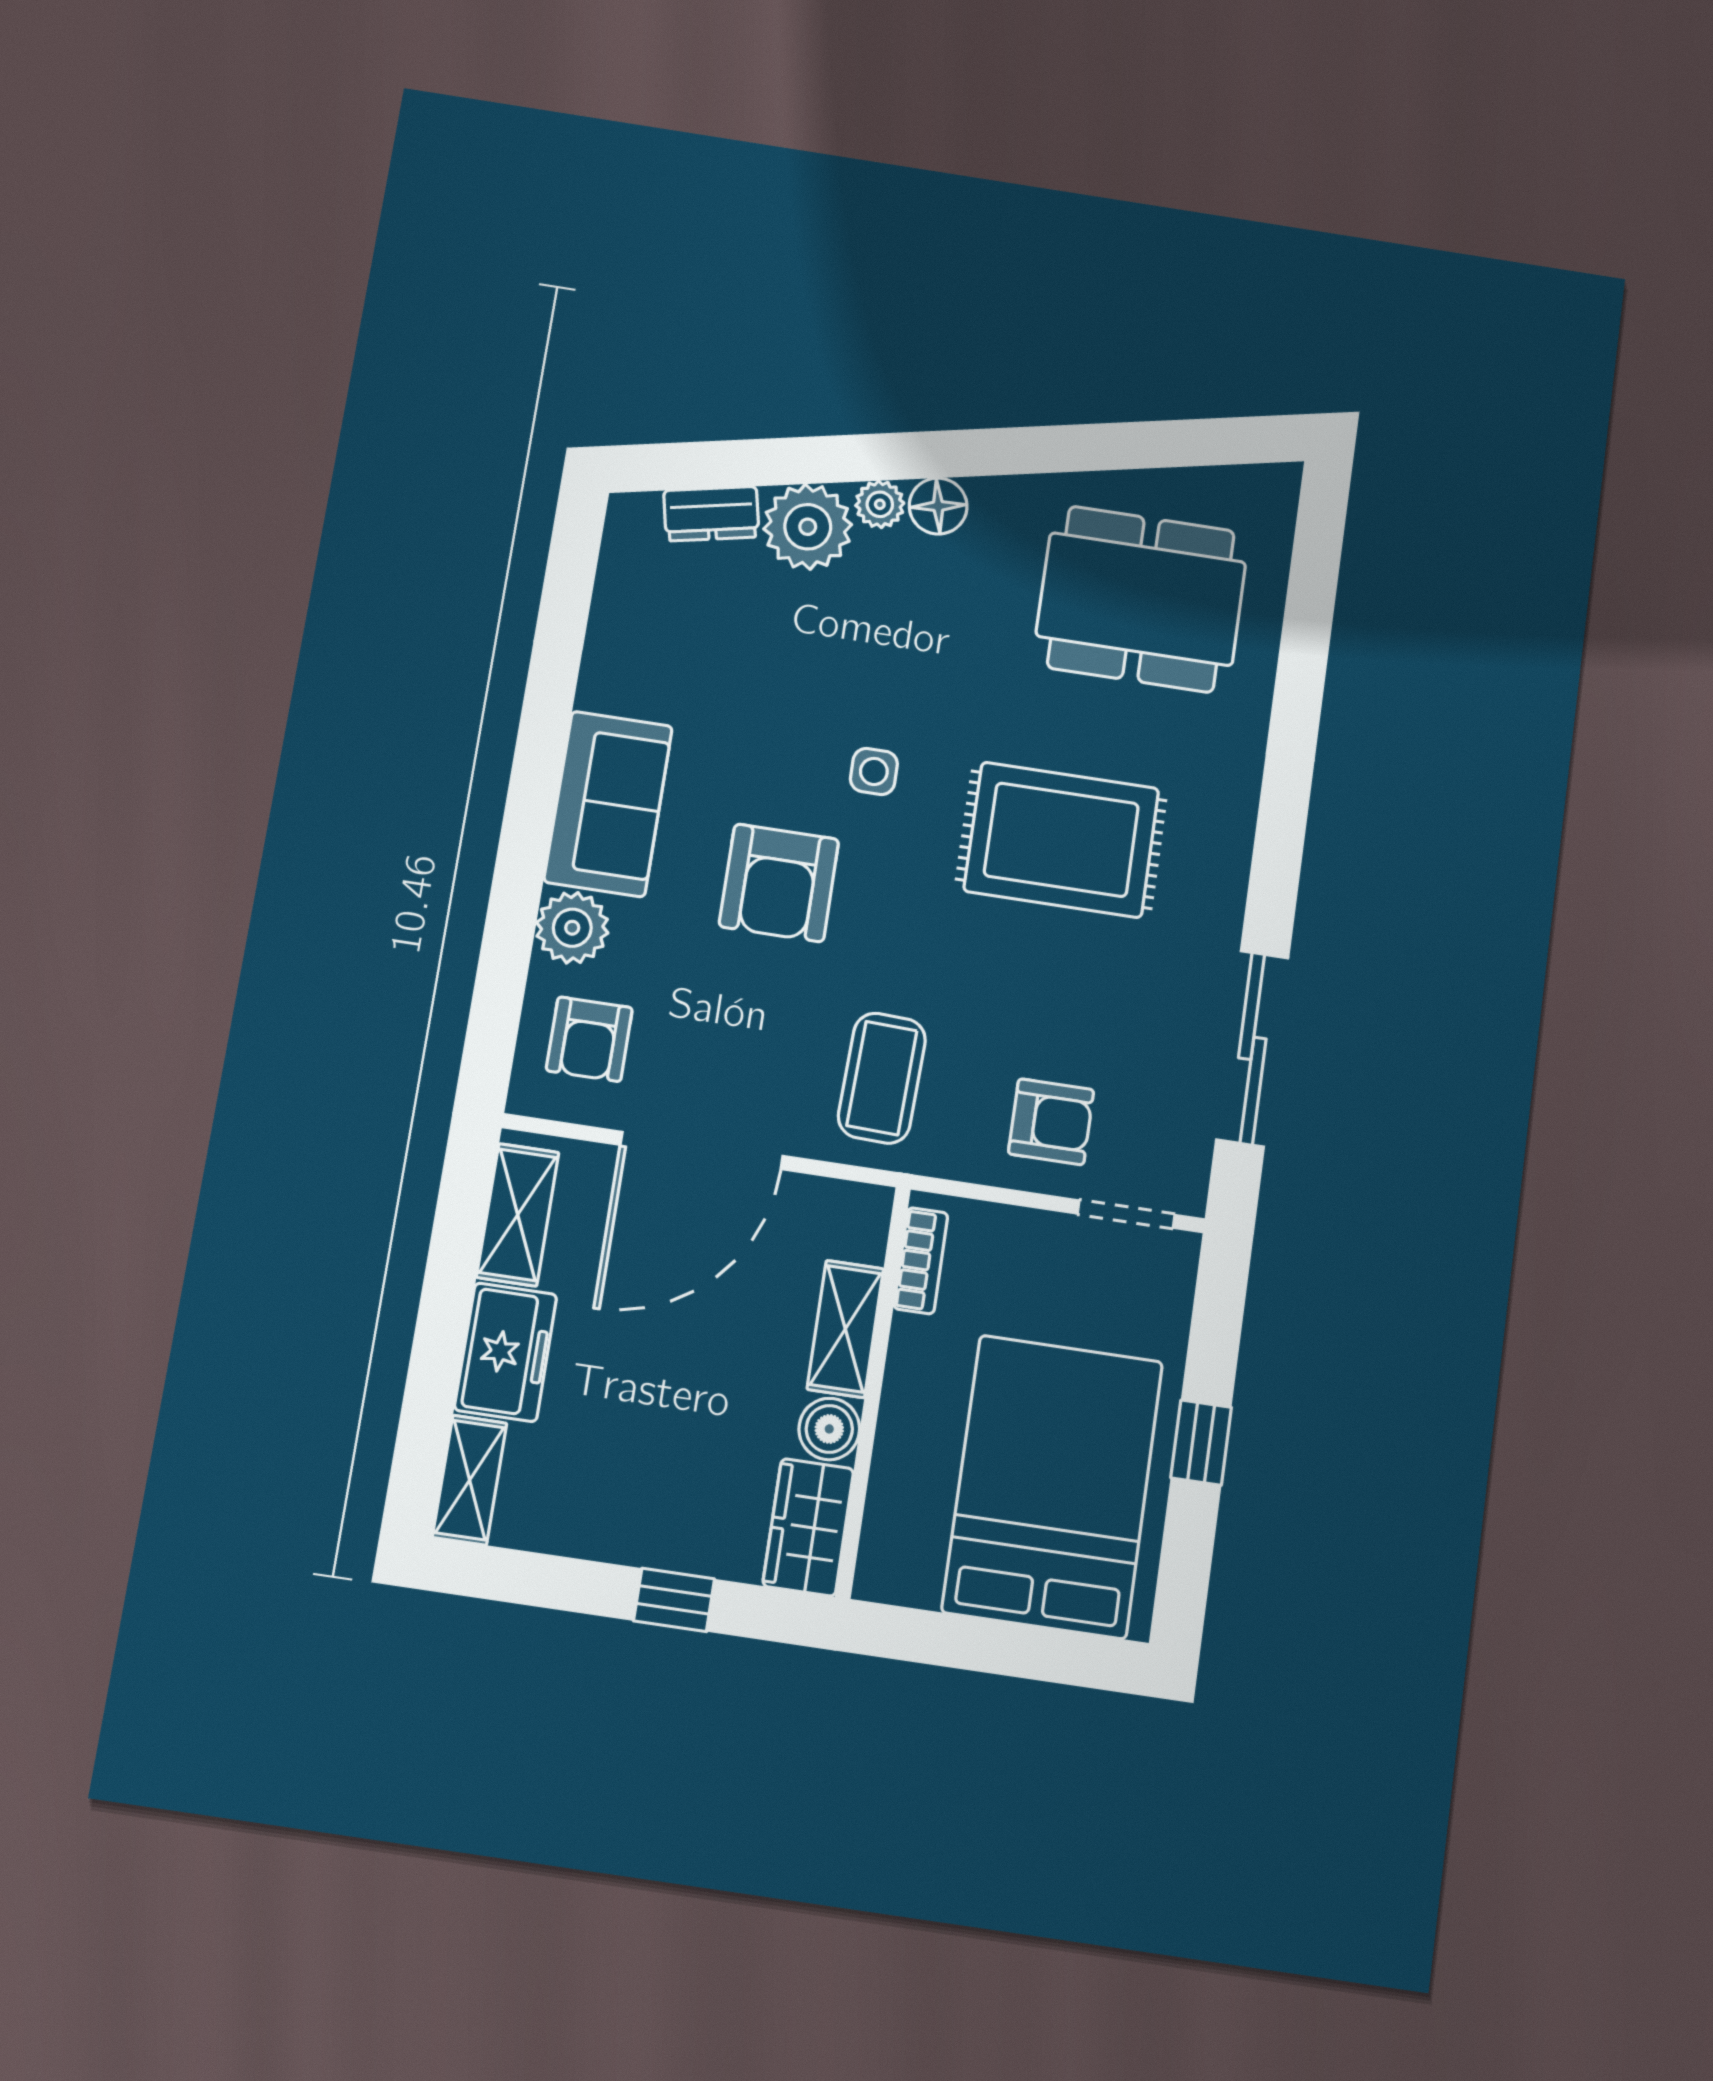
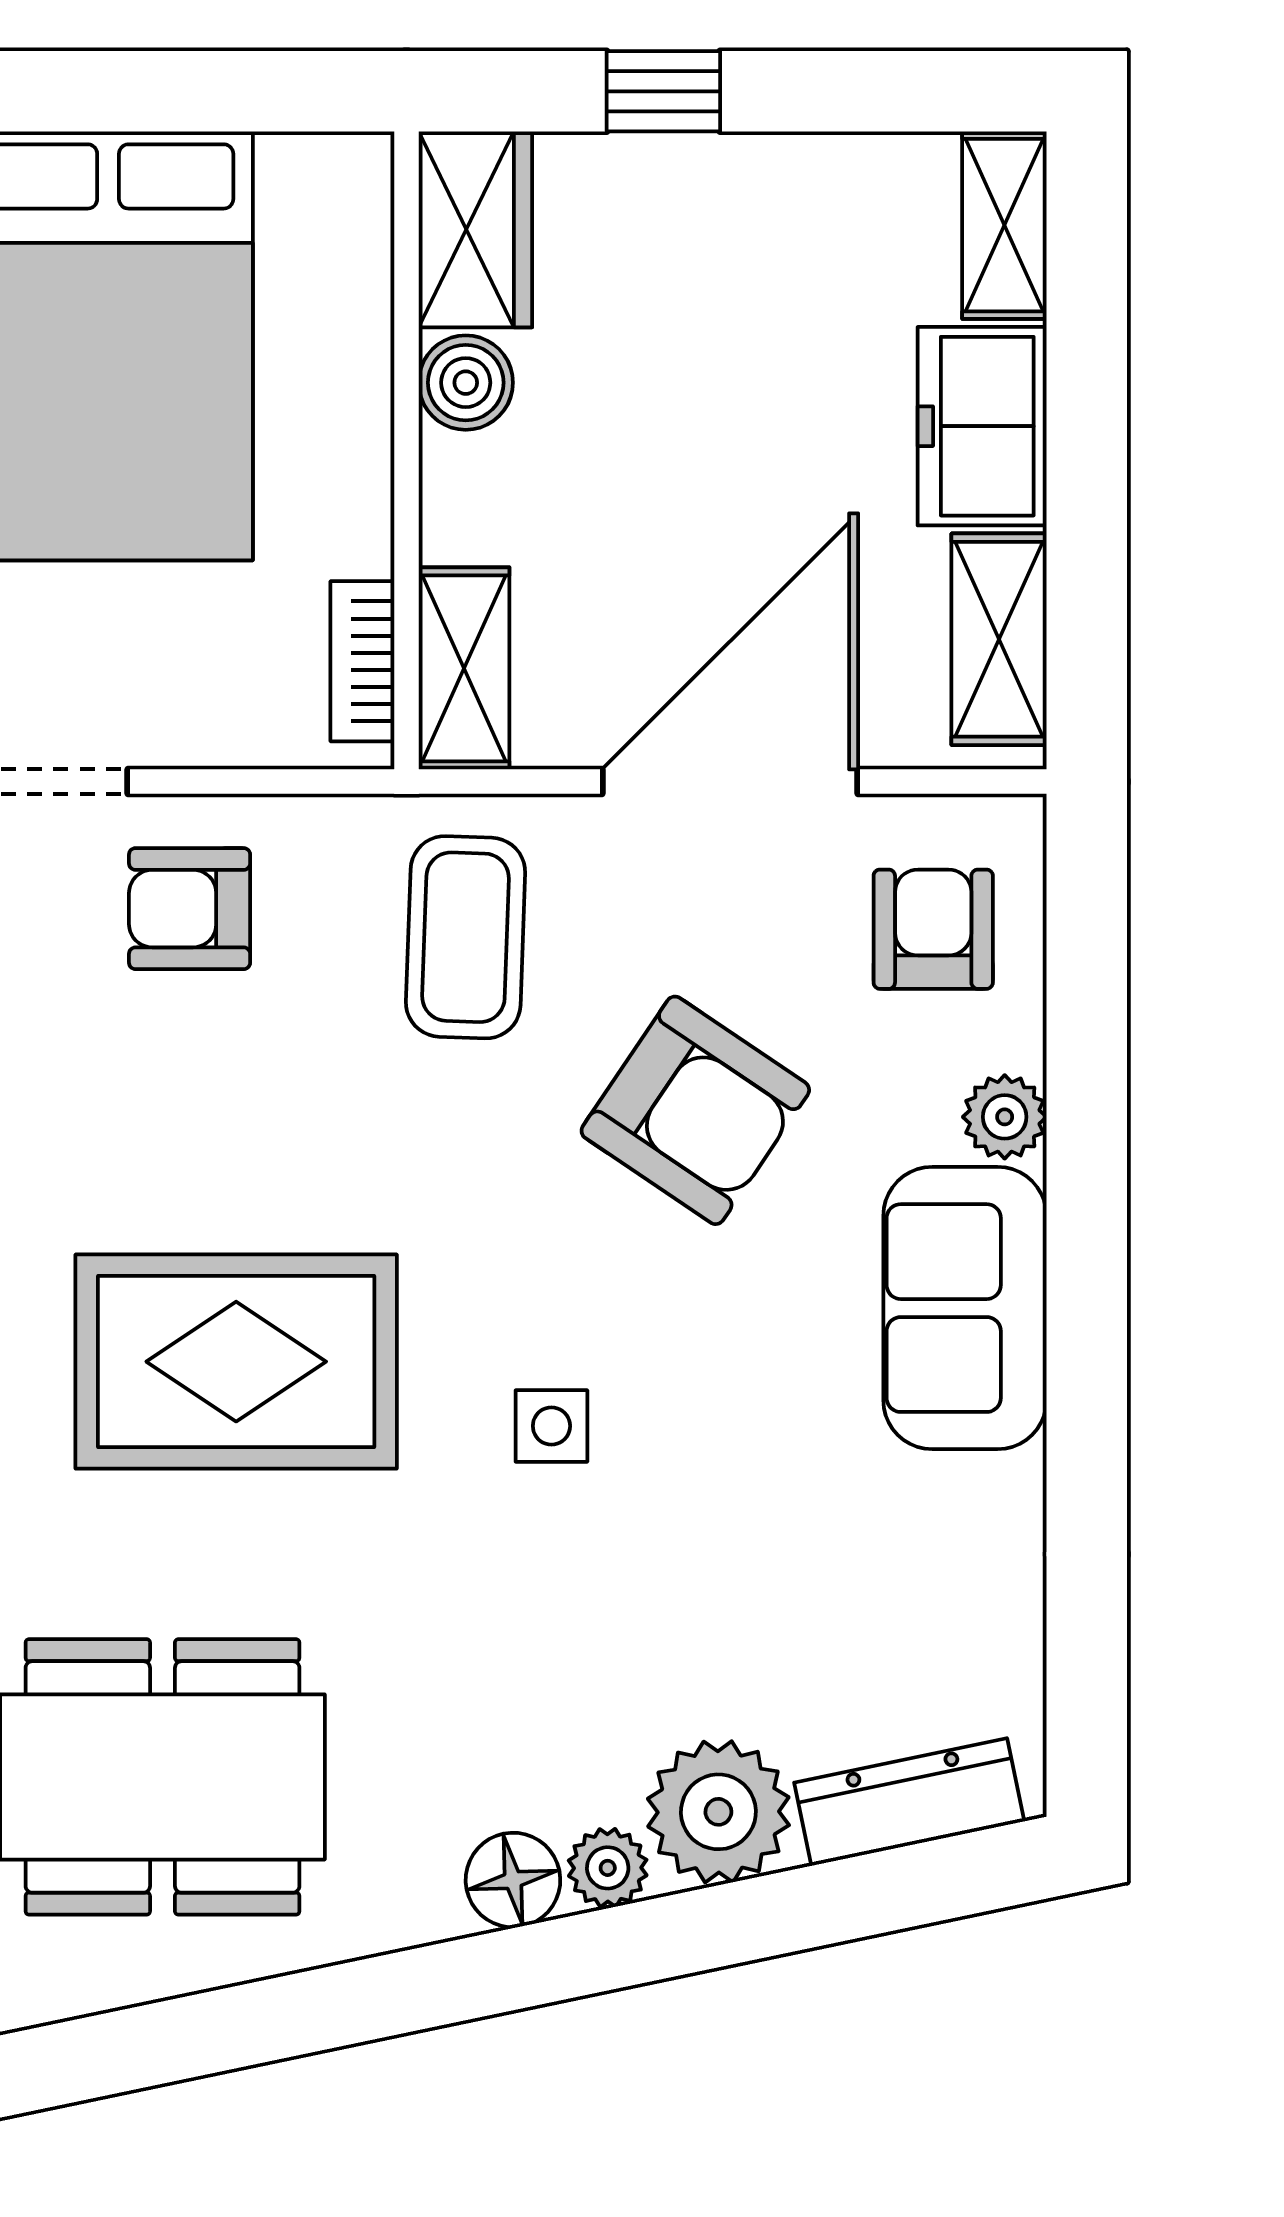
dresser: (711, 514) -> (909, 1802), width x1.44
armchair: (779, 883) -> (695, 1110), moved, turned 124
plant: (572, 928) -> (1005, 1117), width x0.73, depth x0.73
shelving: (845, 1329) -> (464, 668), moved

